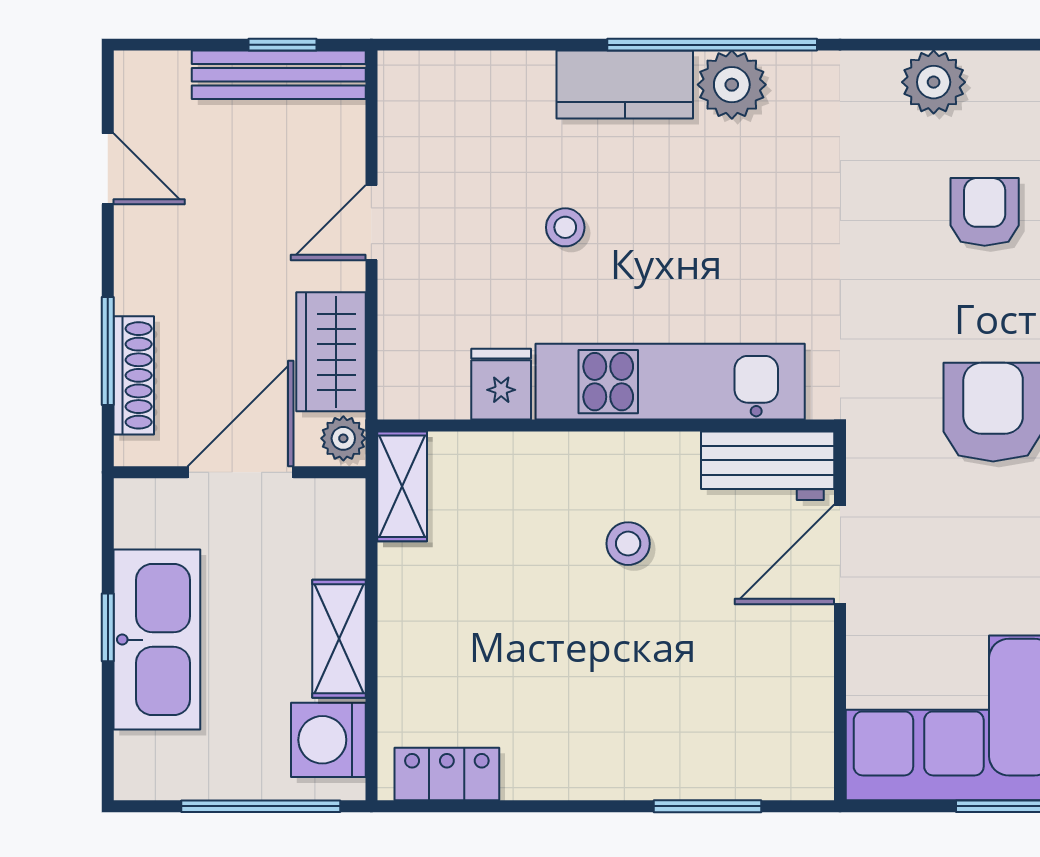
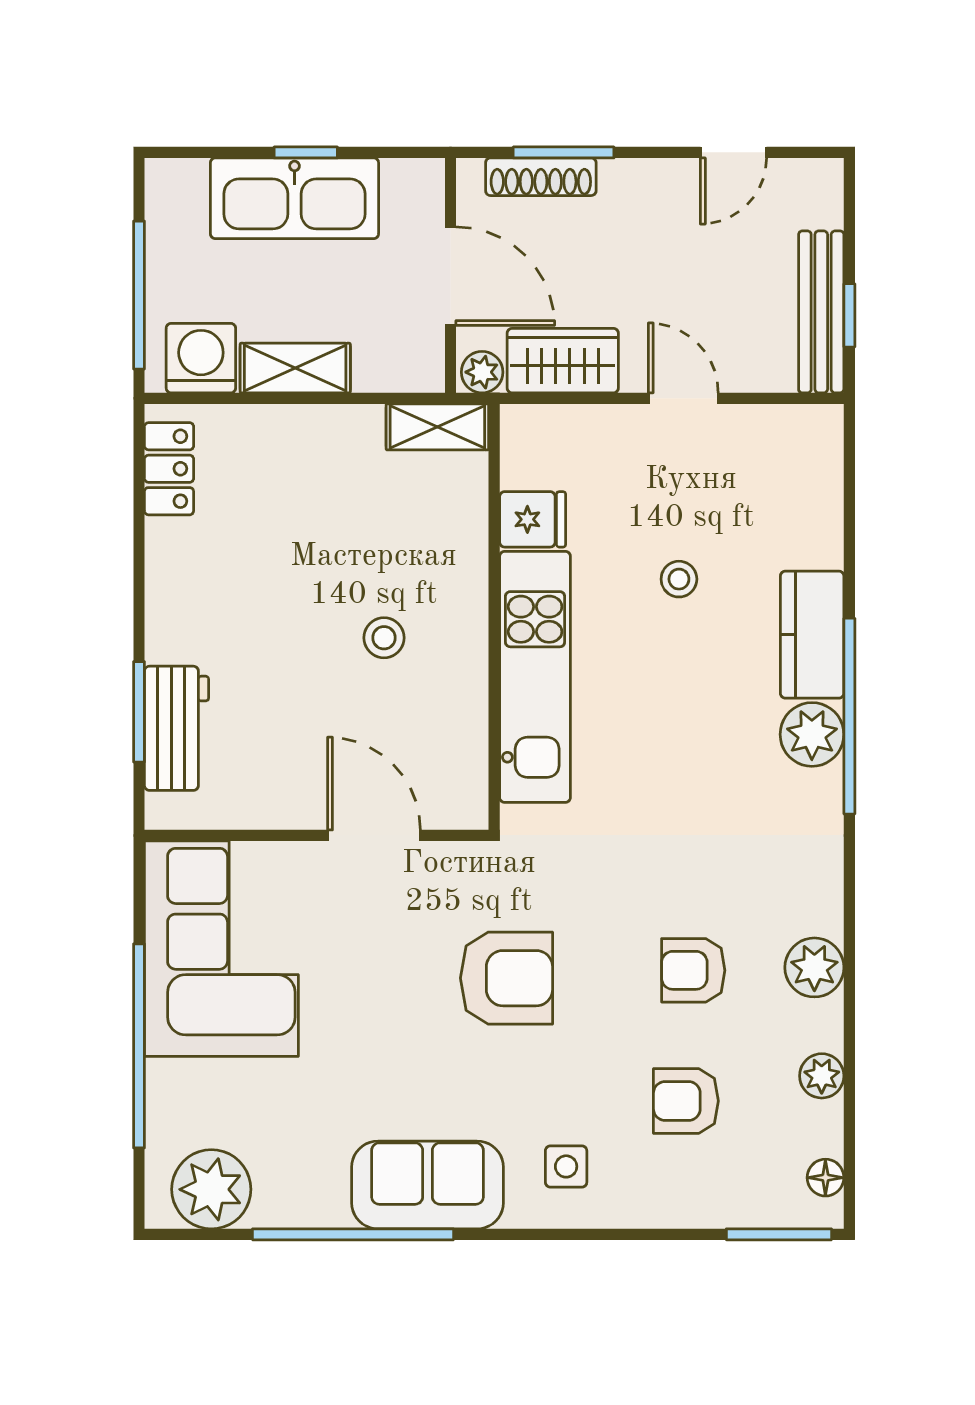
plant: (934, 82) -> (814, 967), moved
armchair: (985, 212) -> (693, 970), turned 180
workbench: (768, 466) -> (177, 728), moved, turned 180

